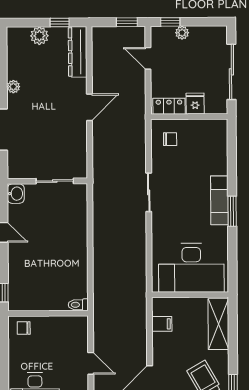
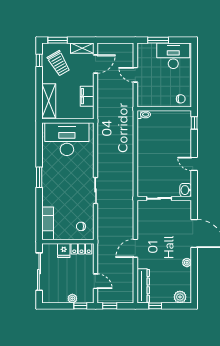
plant: (39, 36) -> (180, 297), moved
exam couch: (219, 200) -> (48, 223), moved
filing cabinet: (162, 324) -> (87, 96), width x2.00

